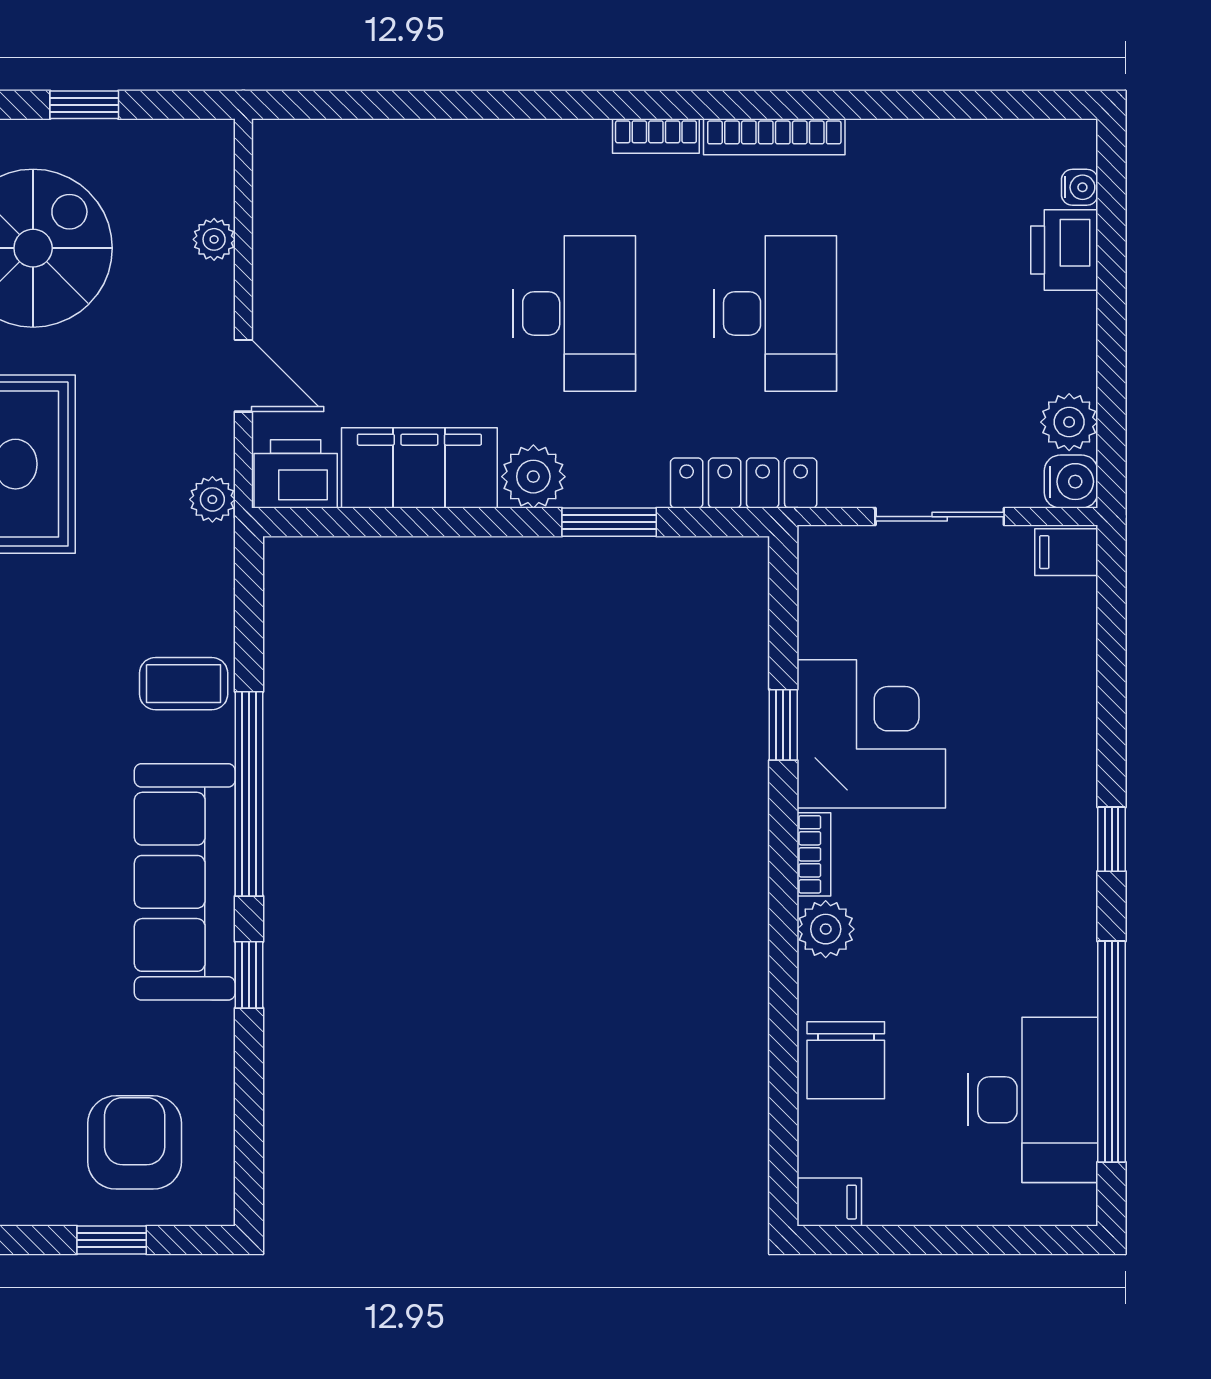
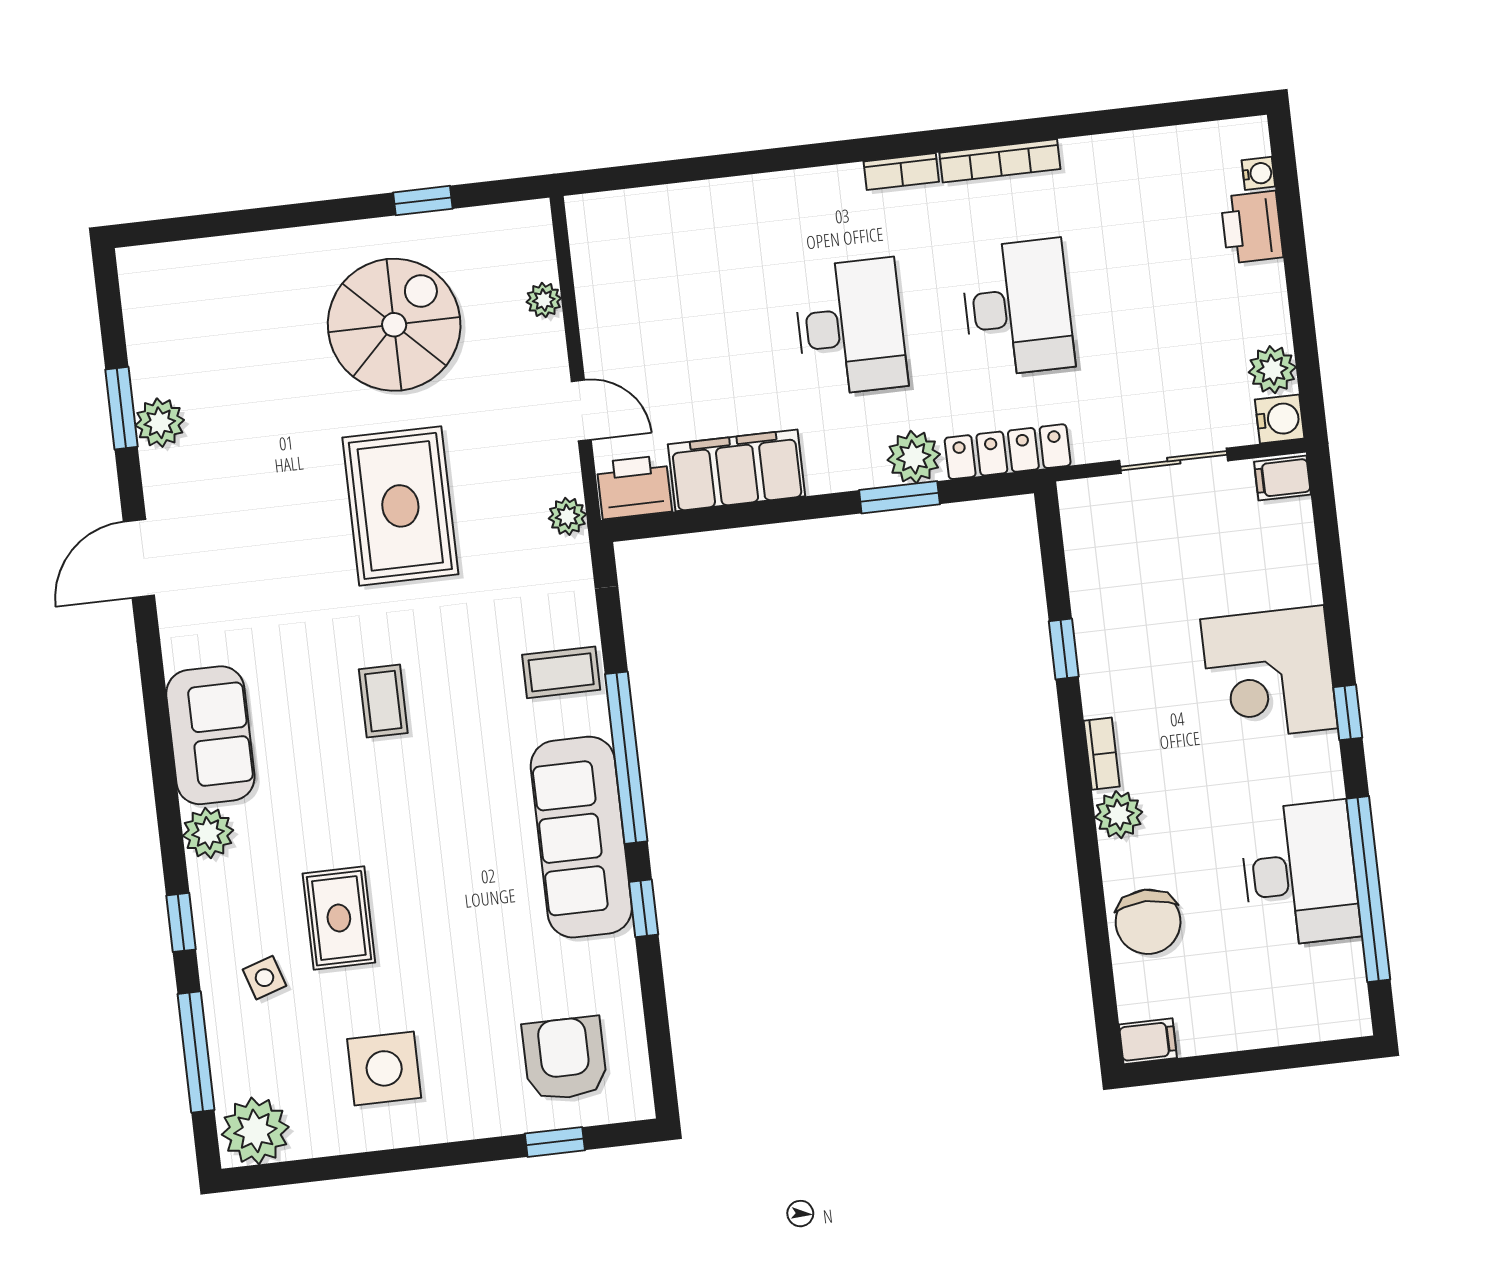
plant: (533, 477) -> (914, 457), moved
corner desk: (871, 734) -> (1269, 674), moved, turned 180
desk: (1033, 1100) -> (1300, 874), moved

